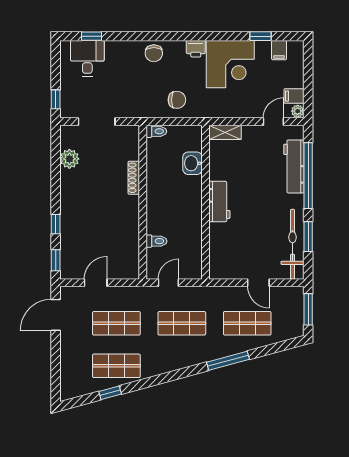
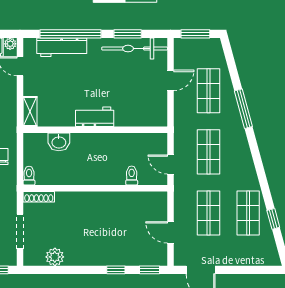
shoe rack: (134, 178) -> (39, 197), moved

